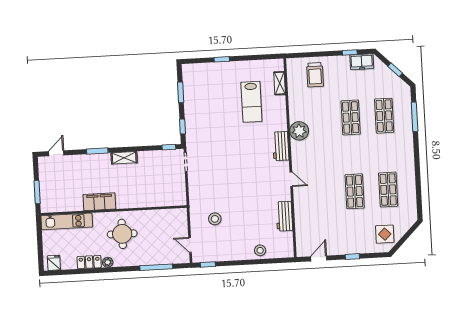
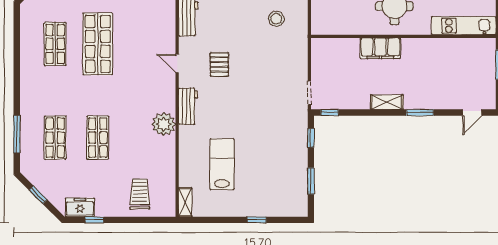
shelving: (280, 83) -> (185, 202), moved
pallet: (258, 180) -> (219, 64), added
shop shelf: (355, 191) -> (98, 44), width x1.43, depth x1.36
filing cabinet: (99, 202) -> (380, 48), moved

